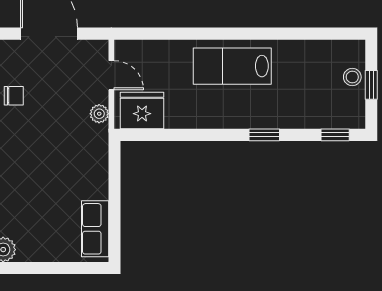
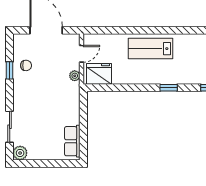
door: (111, 75) -> (82, 54), hinge flipped

